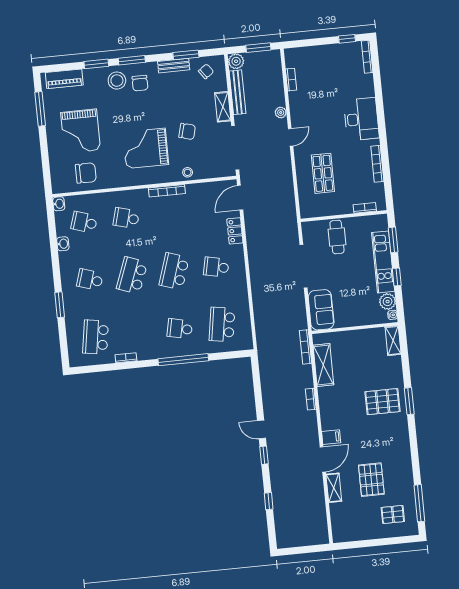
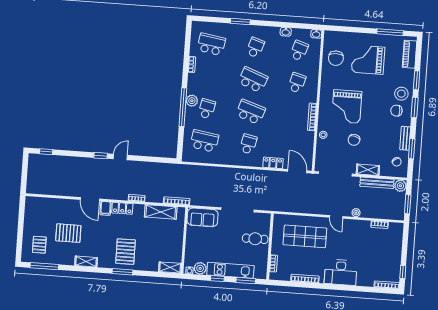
grand piano: (146, 148) -> (347, 106), turned 180
shop shelf: (323, 173) -> (305, 236), width x1.43, depth x1.36
plant: (173, 350) -> (192, 101), added
locker: (327, 415) -> (122, 208), added
shelving: (334, 488) -> (86, 262), moved
window: (269, 501) -> (46, 152), moved

